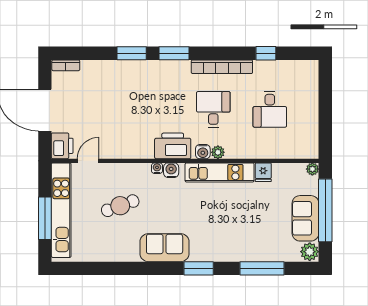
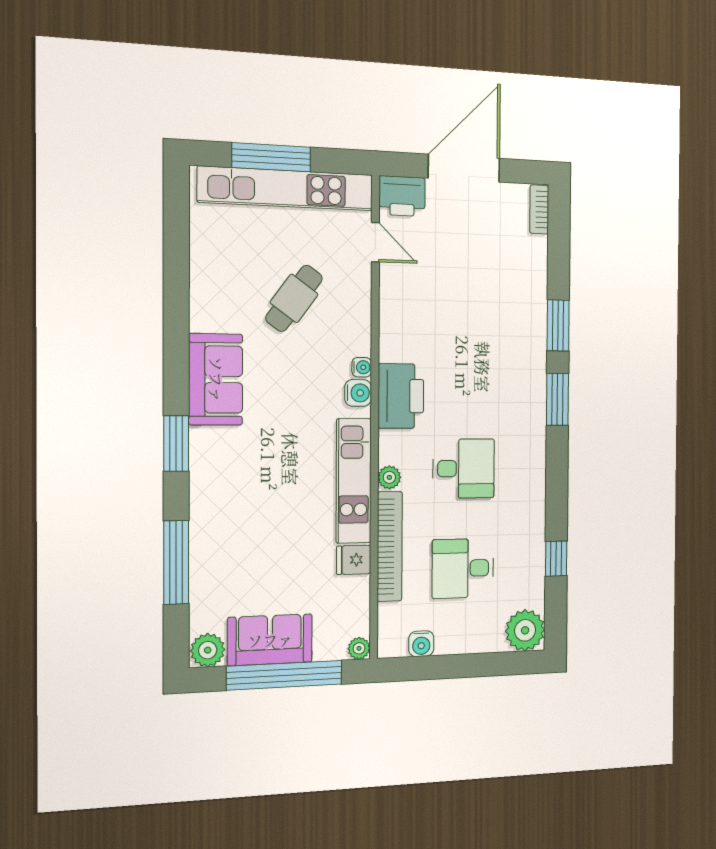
bookcase: (222, 67) -> (390, 546), moved, turned 180
plant: (307, 72) -> (525, 630), added
water cooler: (203, 152) -> (421, 644), moved, turned -90
cafe table: (120, 206) -> (294, 298), turned 56

